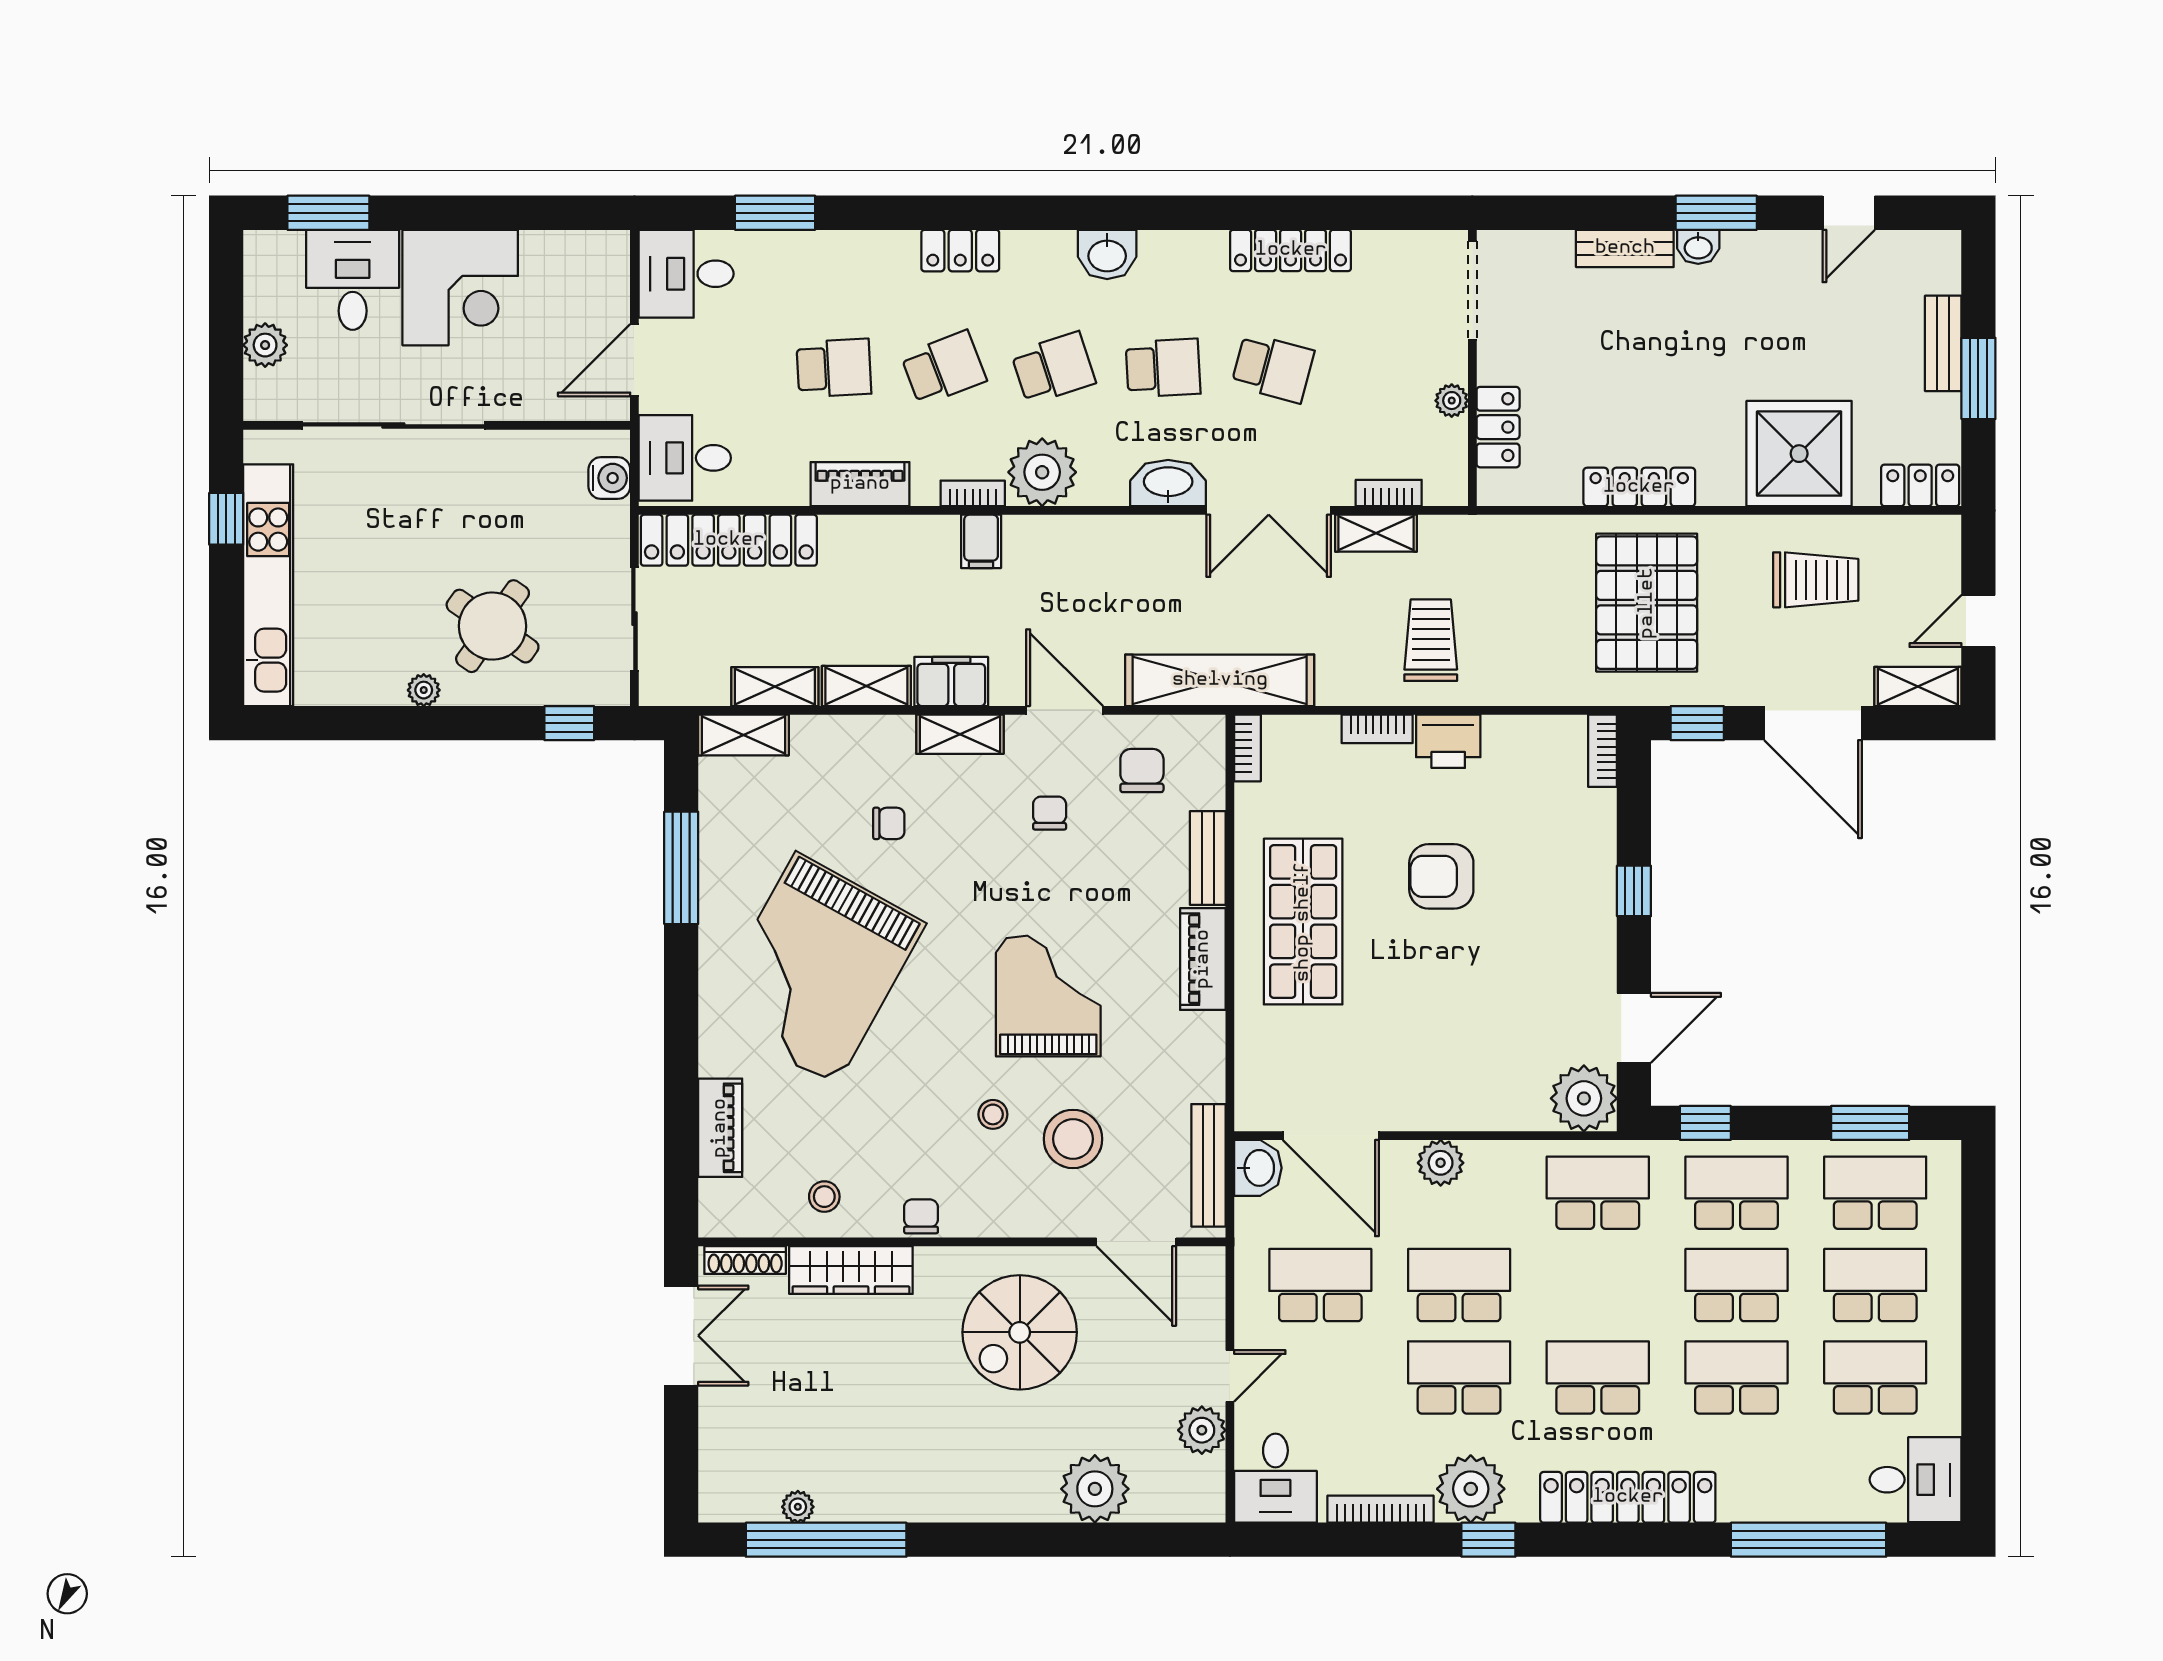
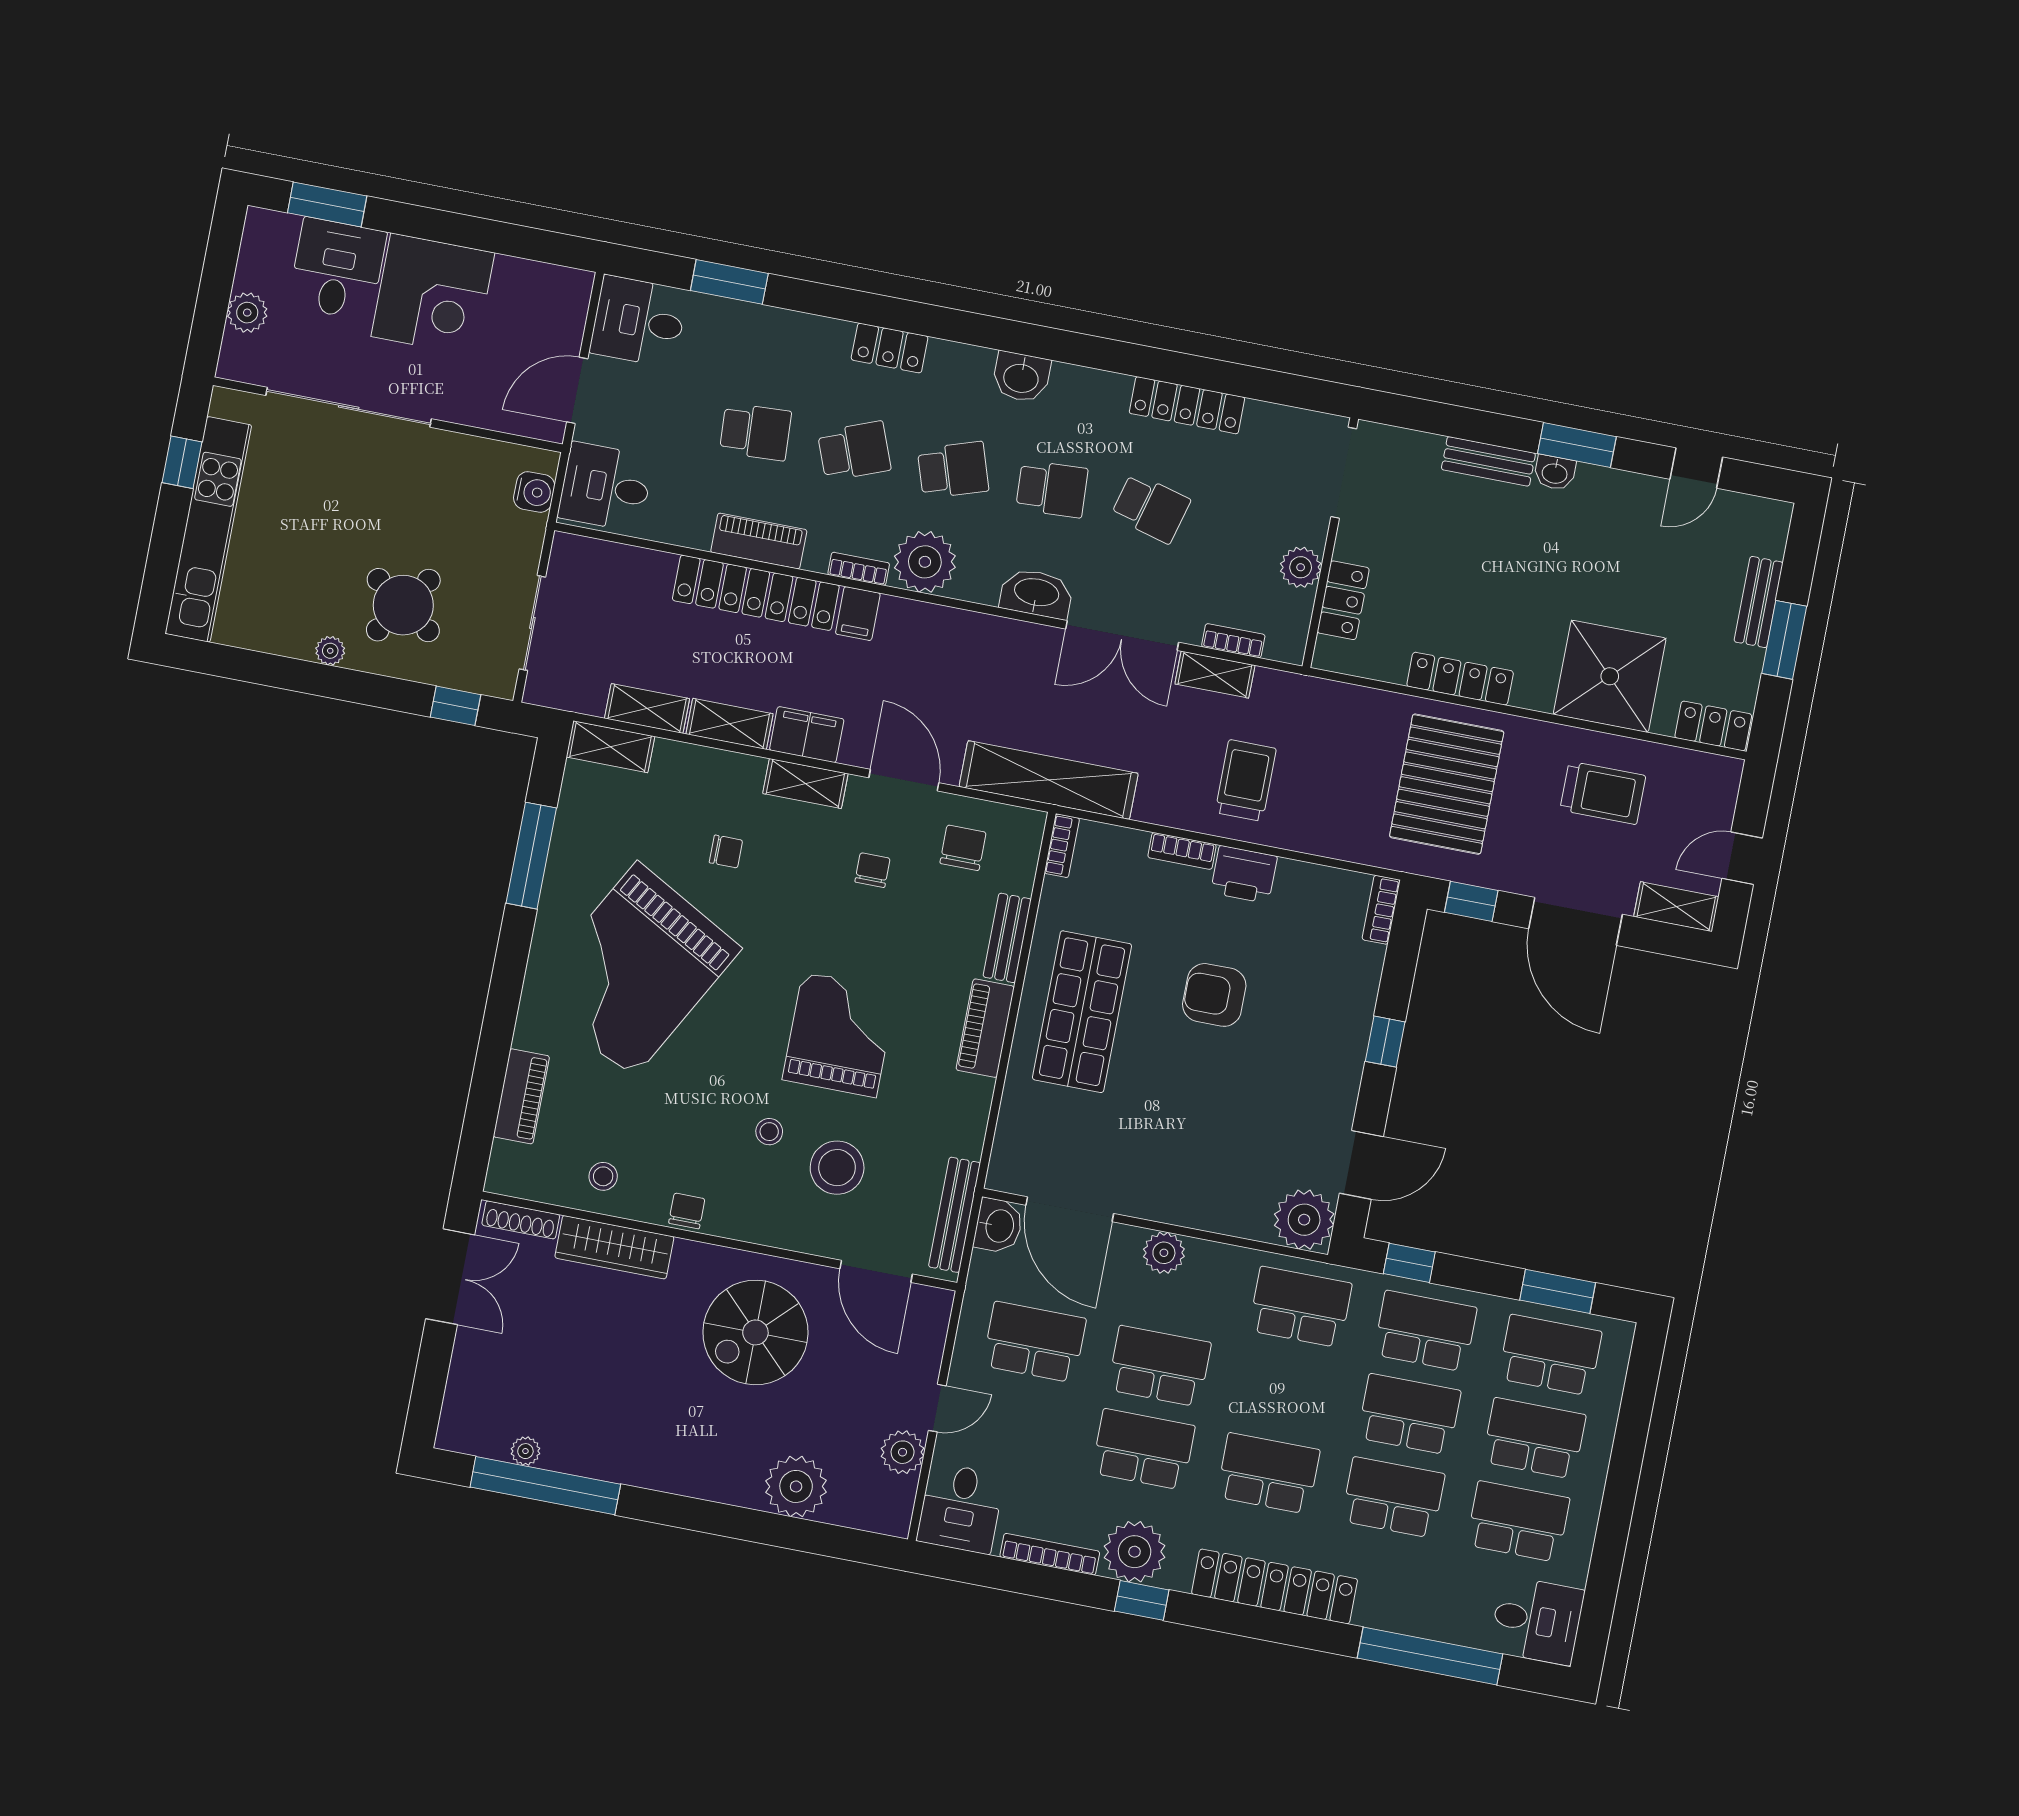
plant: (1452, 401) -> (1301, 567), width x1.38, depth x1.38
locker: (729, 540) -> (756, 593), moved

